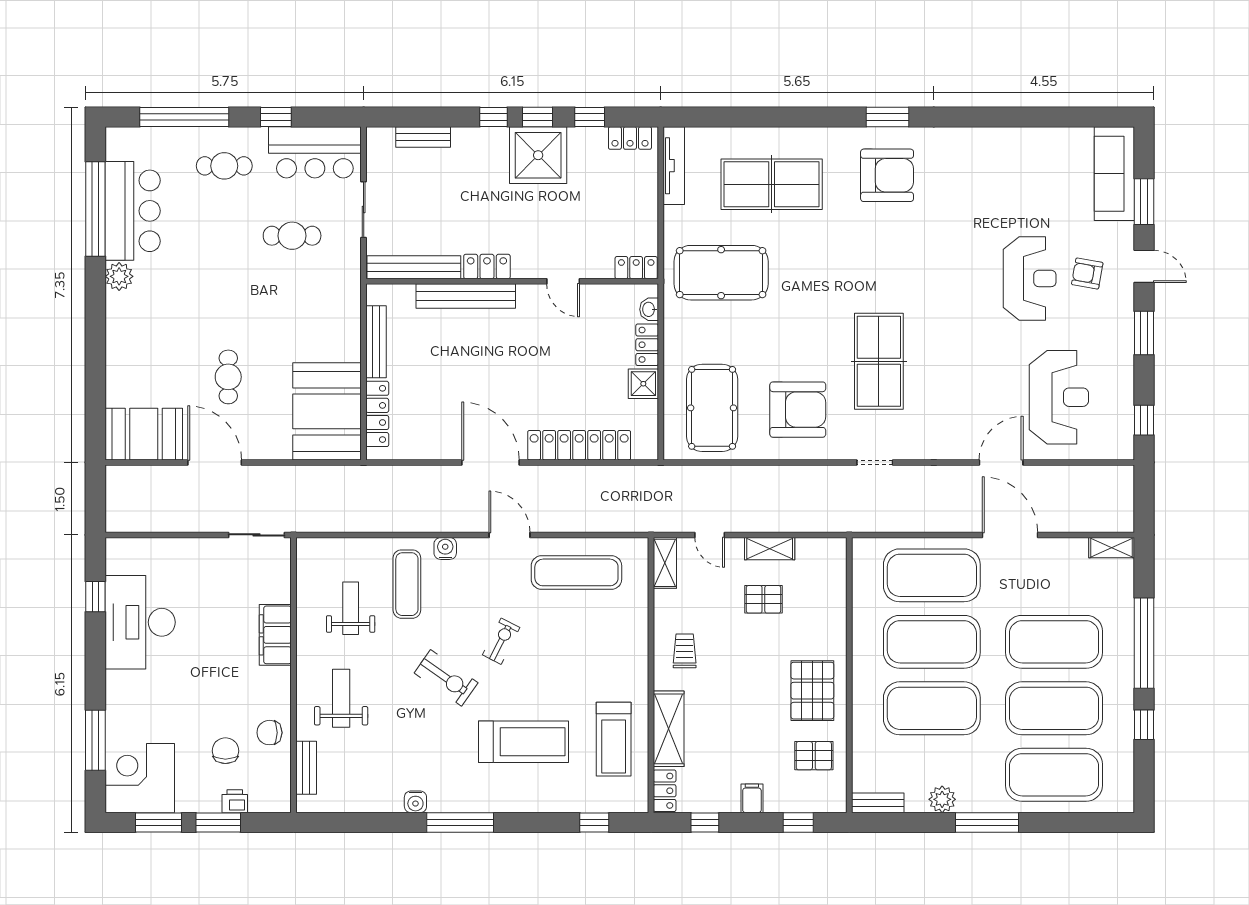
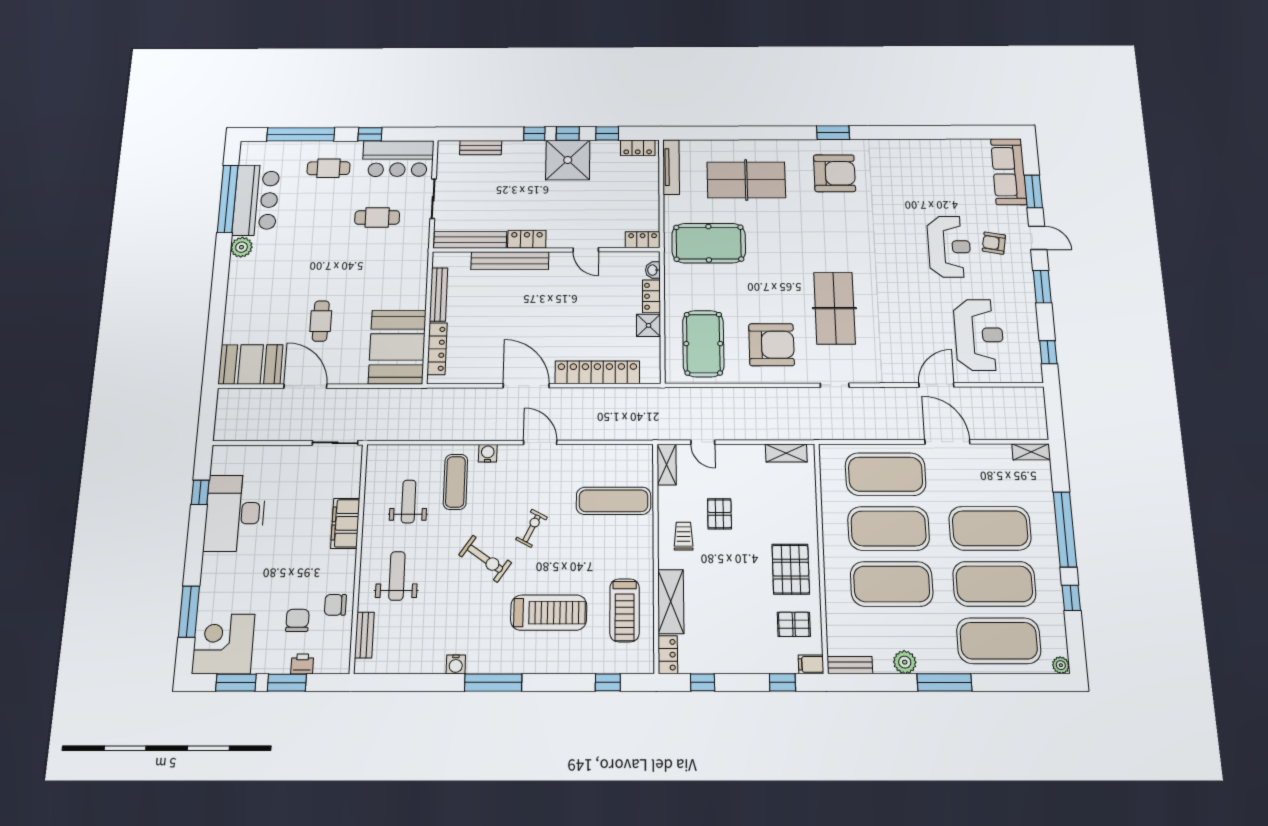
shelving: (770, 549) -> (786, 453), moved
exercise mat: (576, 572) -> (614, 501), moved
pallet: (763, 599) -> (720, 514), moved, turned 90
filing cabinet: (752, 798) -> (811, 664), moved, turned -90
plant: (1124, 803) -> (1061, 665), added

